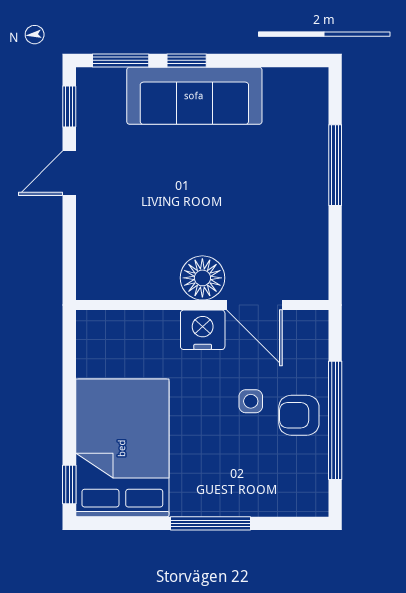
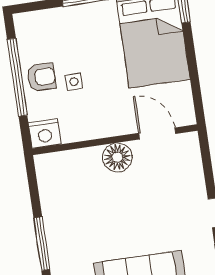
door: (255, 305) -> (157, 133), moved
nightstand: (203, 330) -> (45, 134), moved

